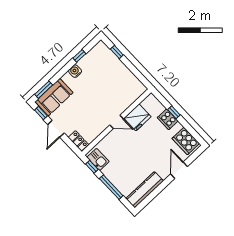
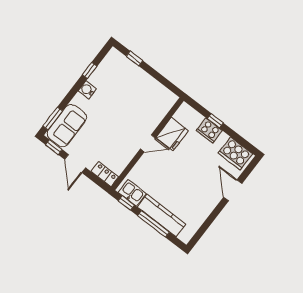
kitchen counter: (145, 190) -> (161, 215), moved, turned 90

